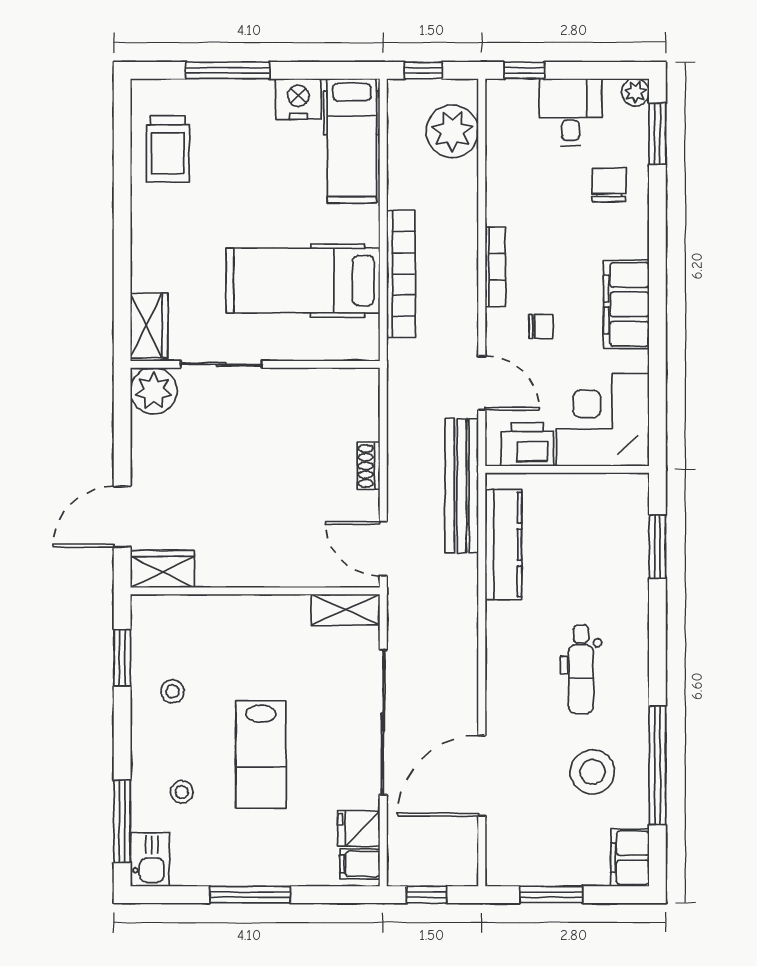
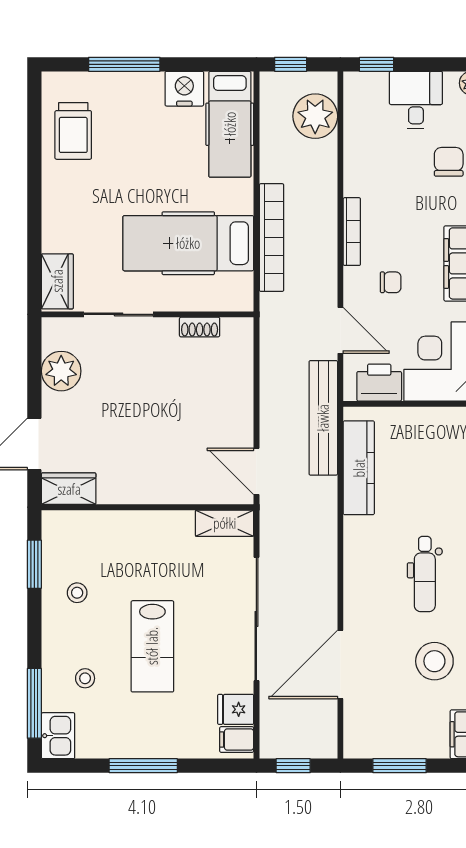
plant: (154, 391) -> (61, 371), moved
shoe rack: (368, 466) -> (200, 327), moved, turned -90

